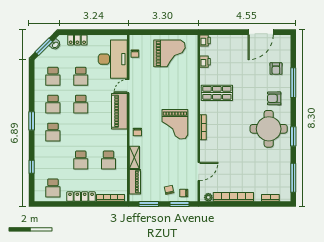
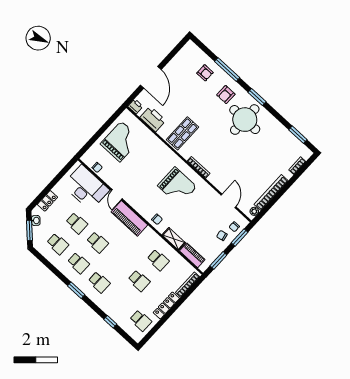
door: (261, 32) -> (151, 77), moved
printer: (205, 62) -> (153, 119), width x1.87, depth x1.48
window: (293, 136) -> (257, 97), moved
window: (293, 178) -> (298, 135), width x0.69

